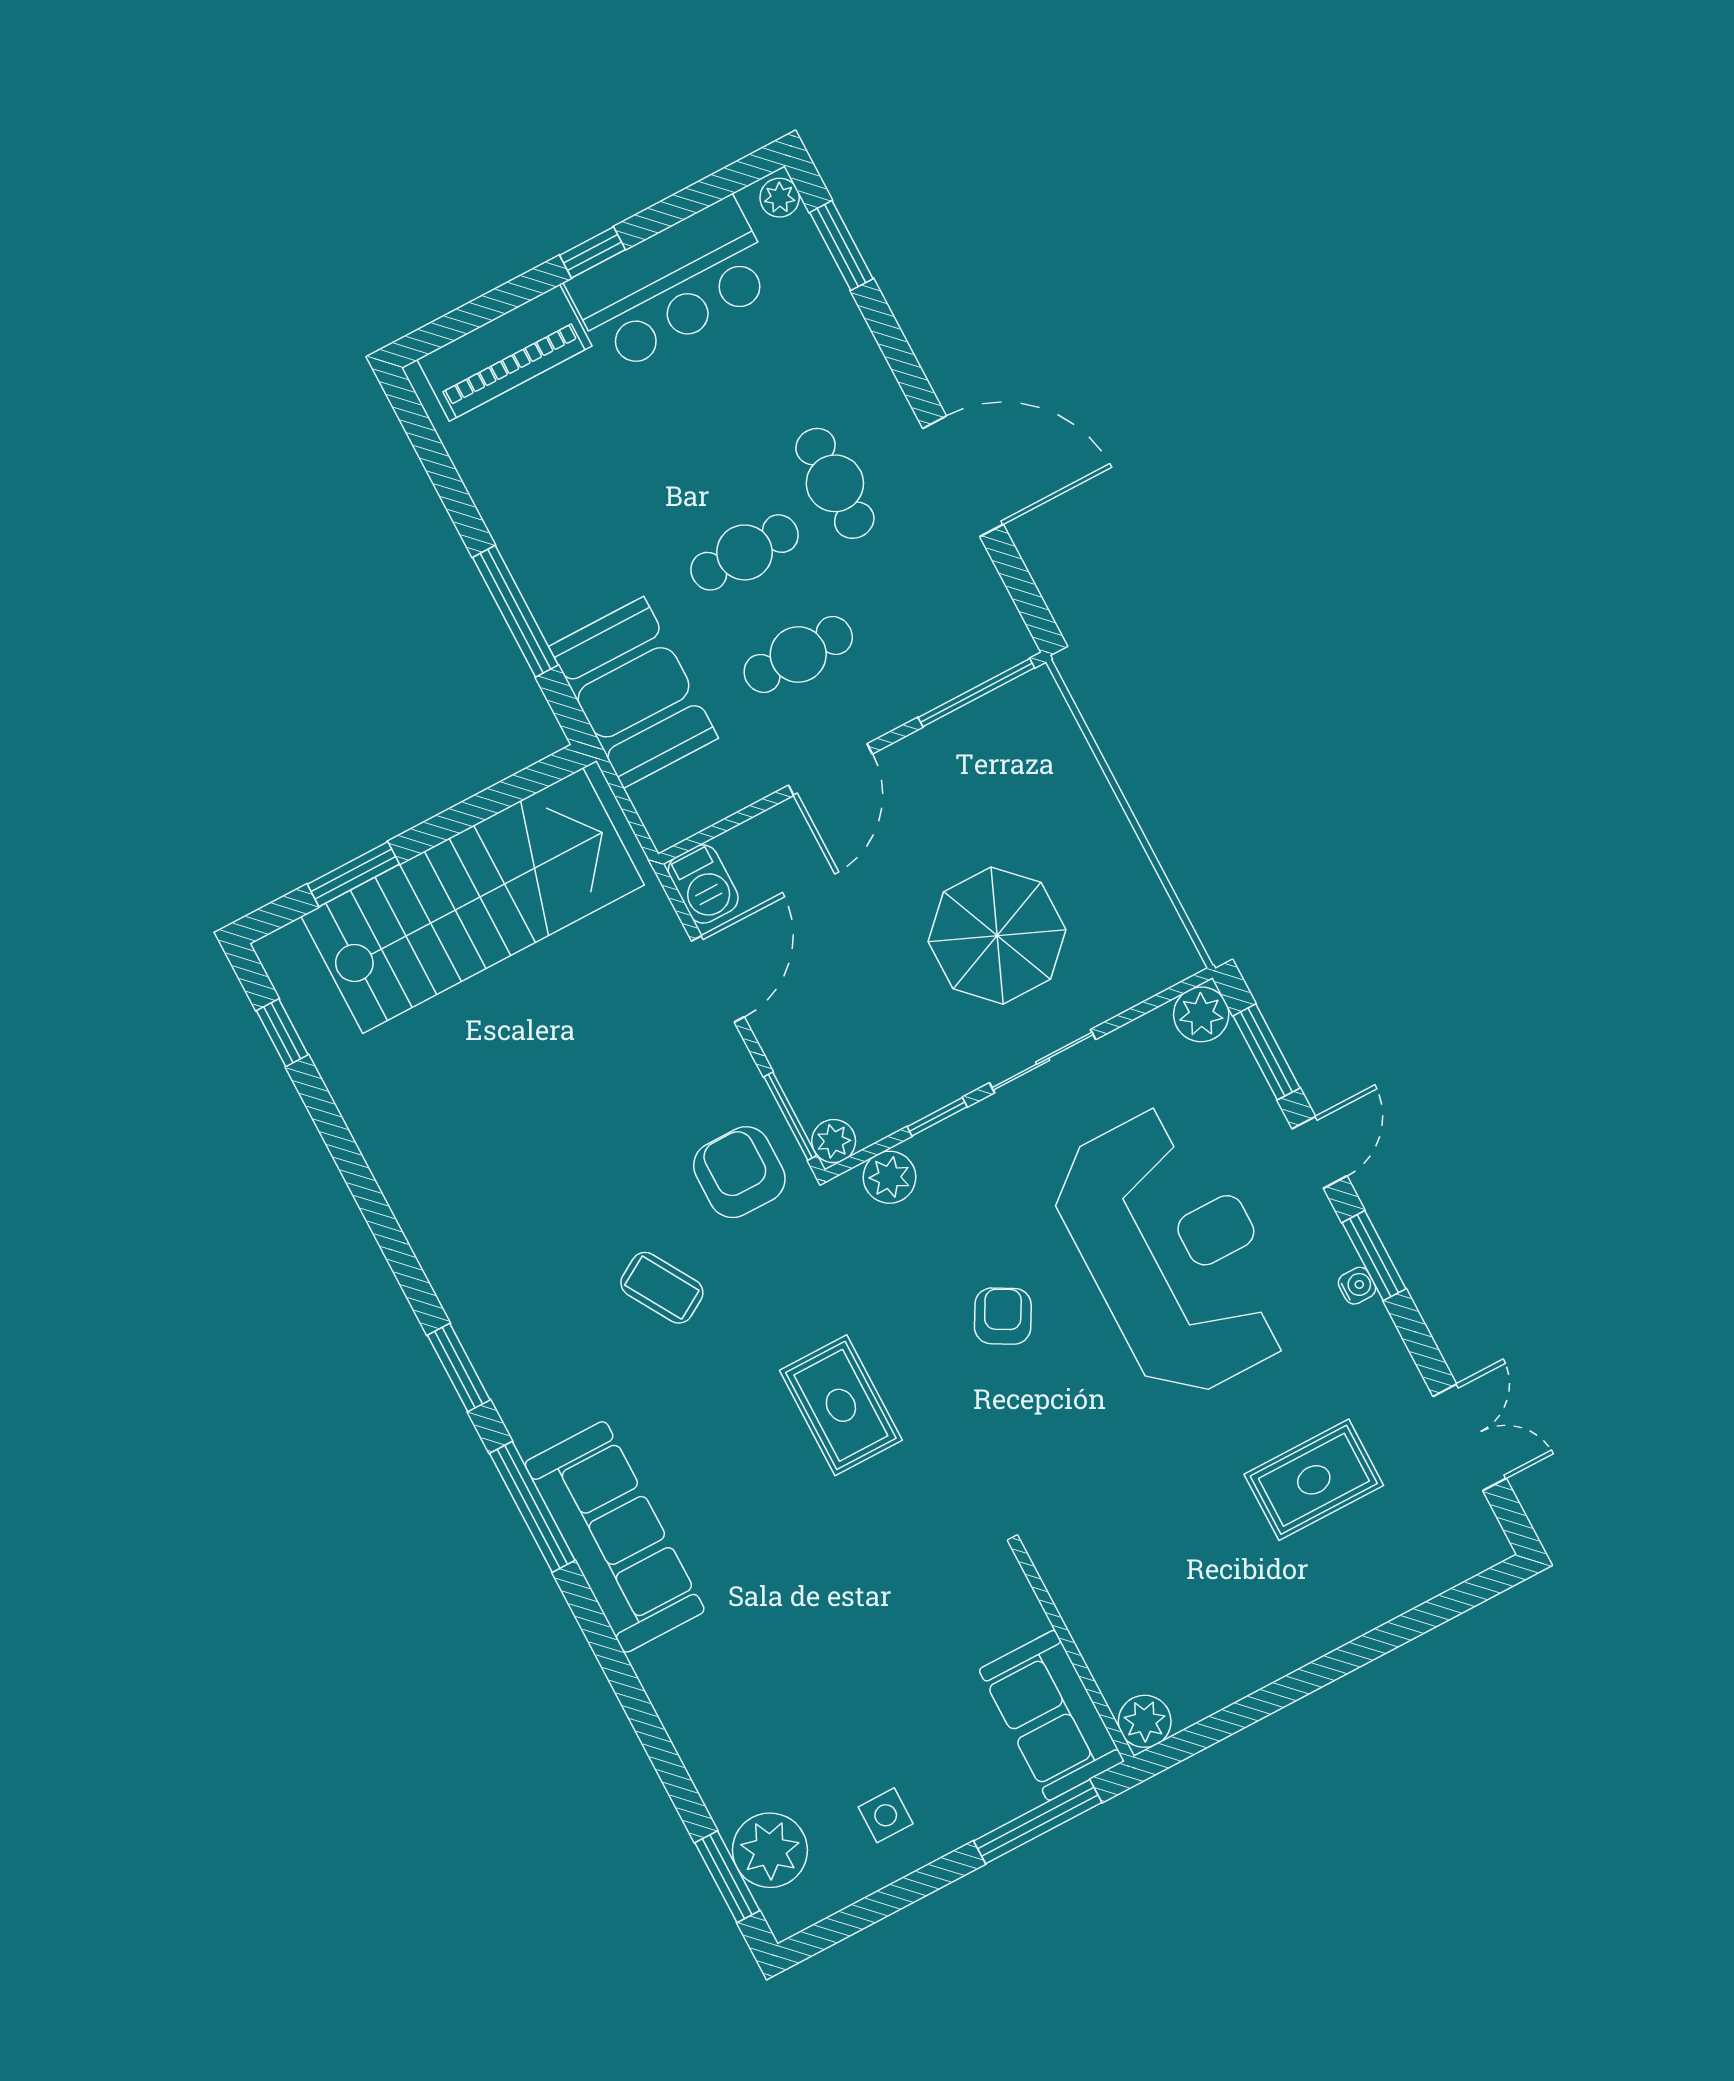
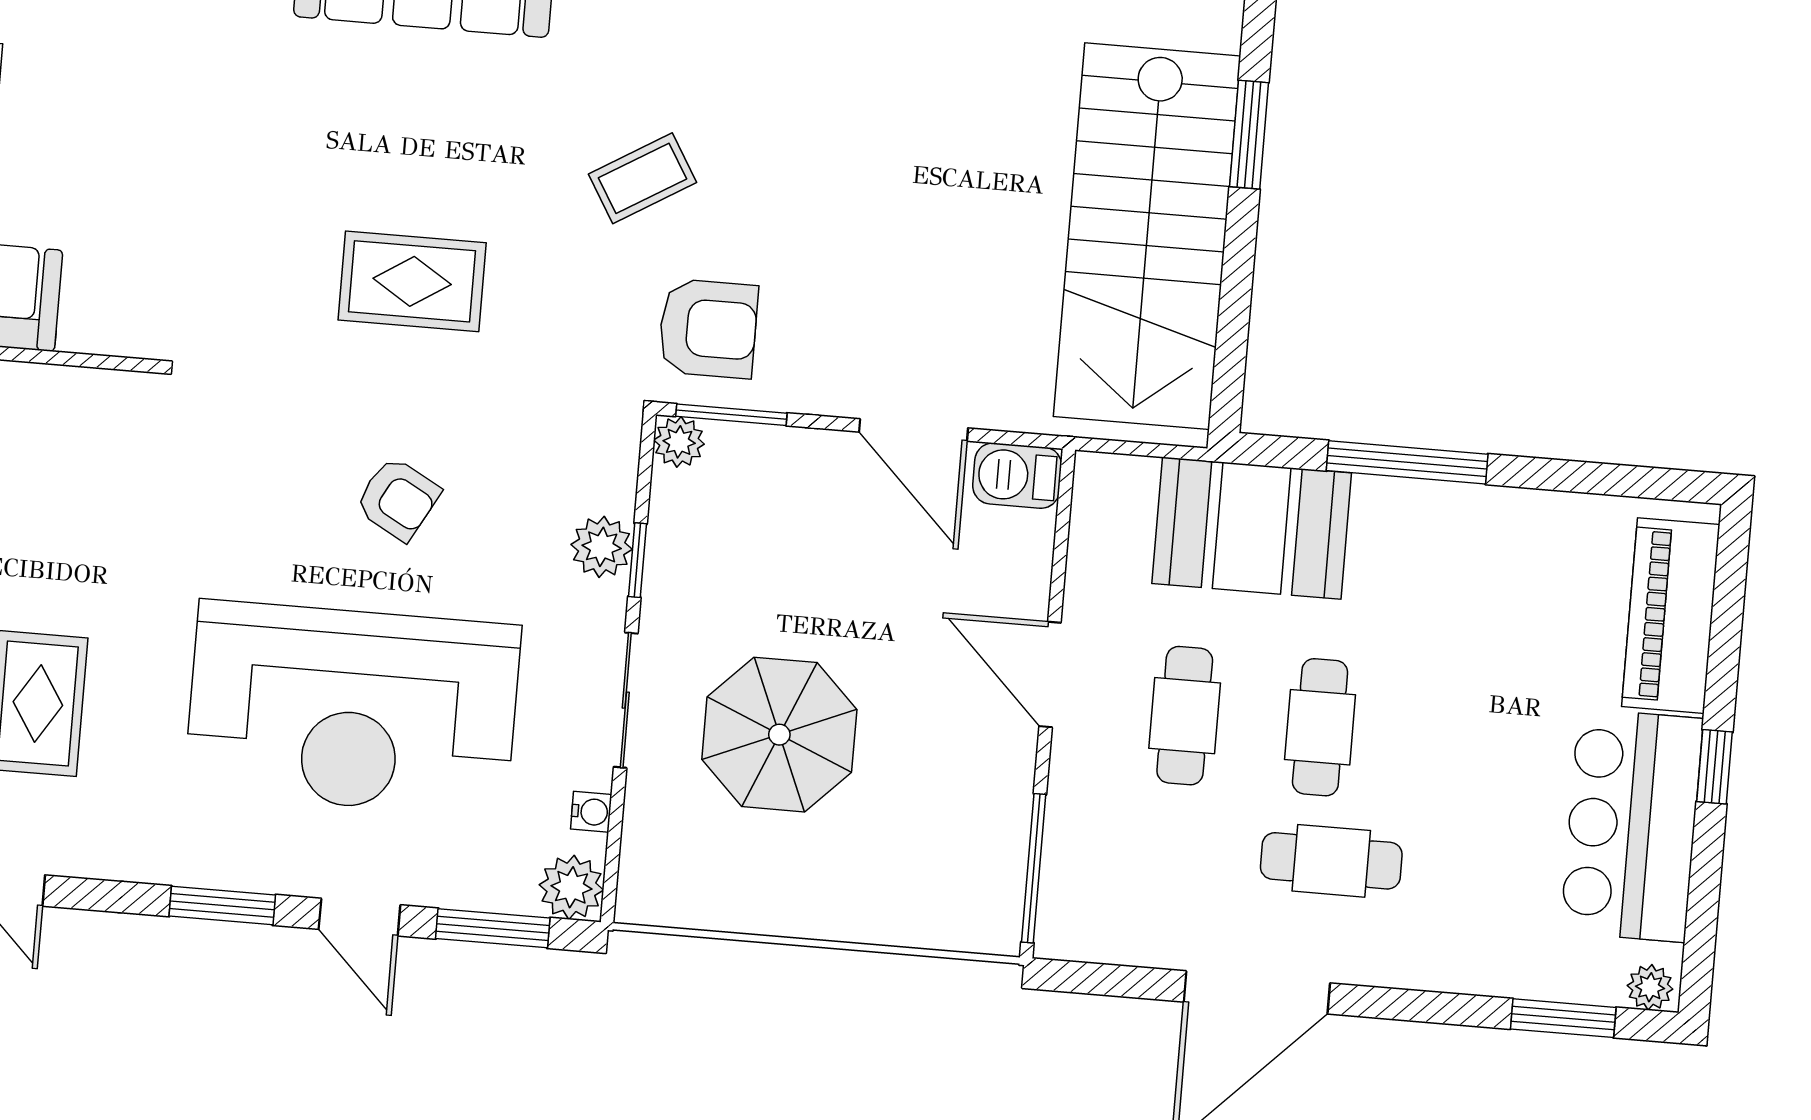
plant: (889, 1177) -> (602, 547), moved
water cooler: (1357, 1286) -> (591, 812), moved, turned -90

